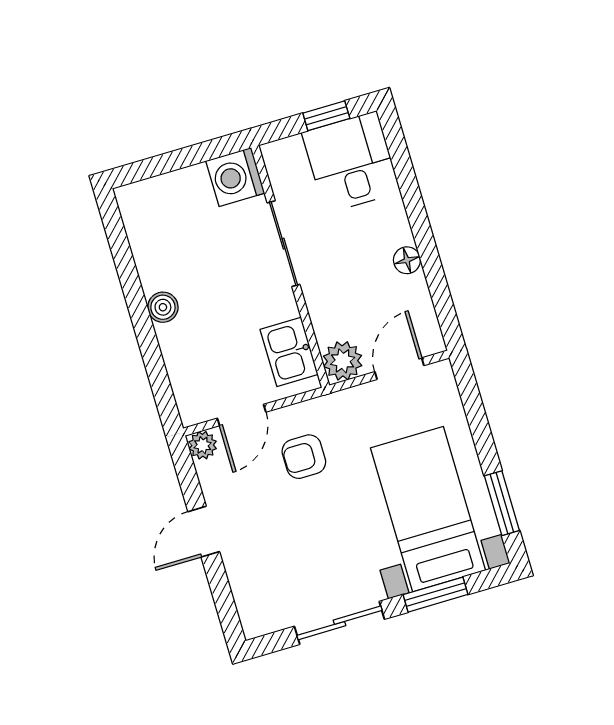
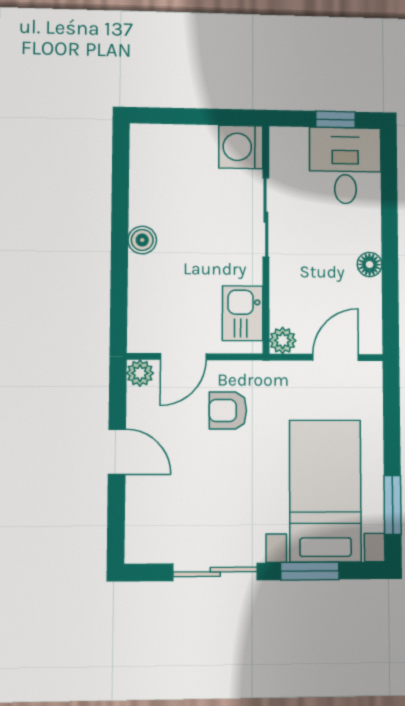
plant: (343, 361) -> (283, 340), width x0.73, depth x0.73
door: (204, 532) -> (117, 452), swing flipped

